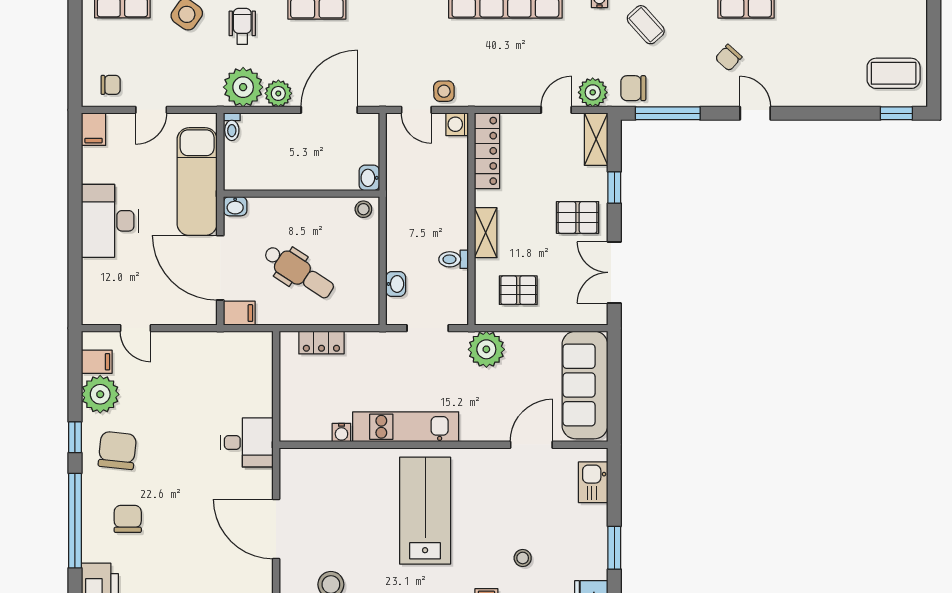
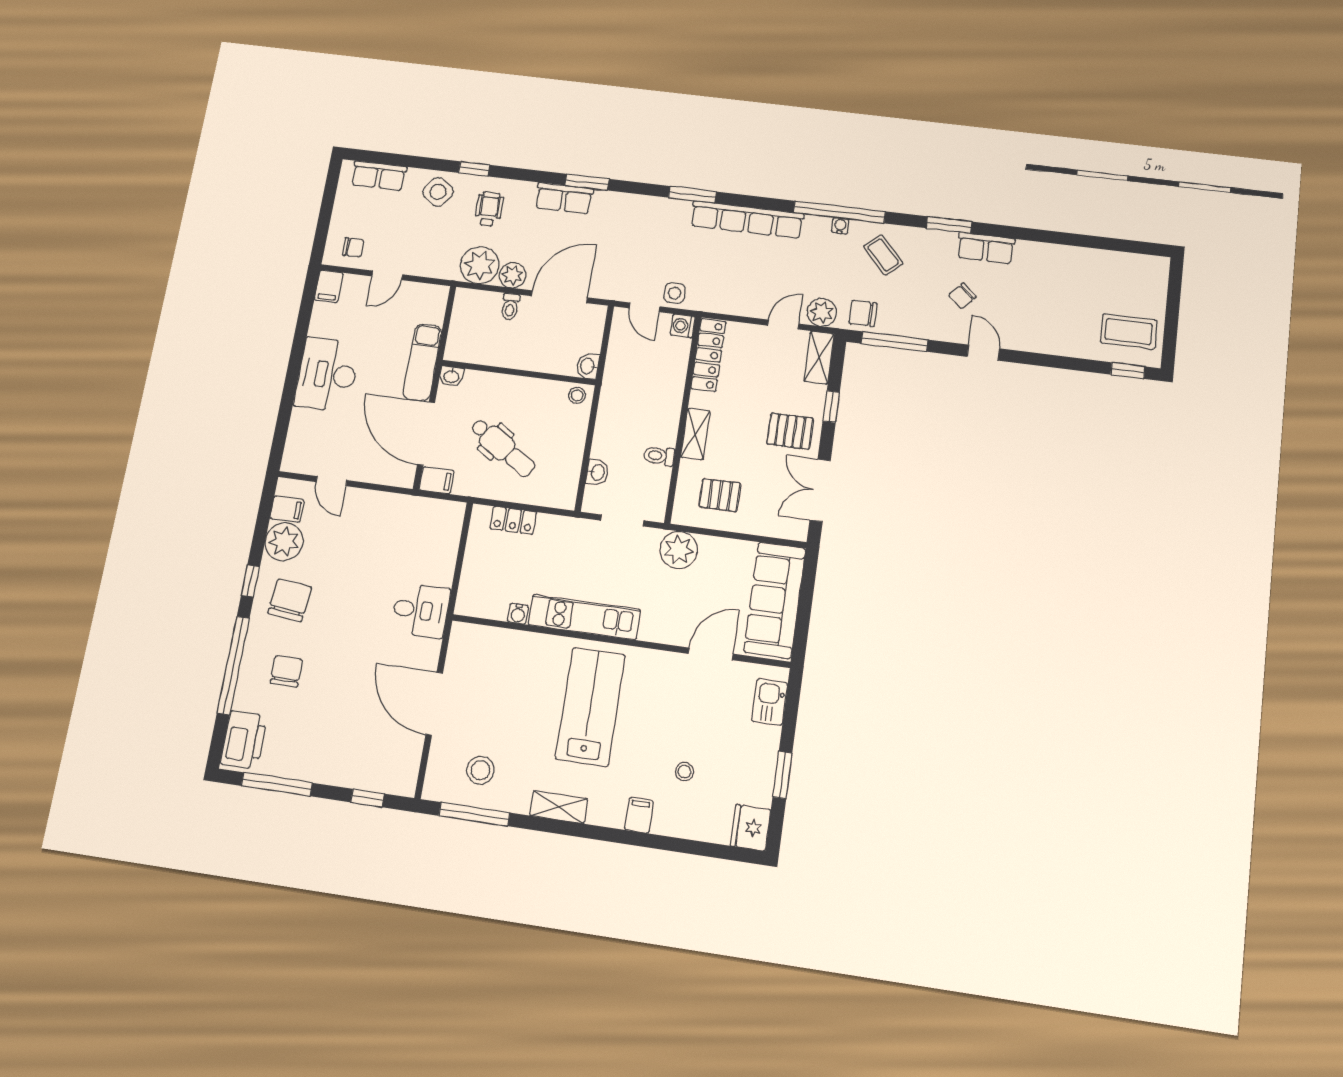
toilet: (232, 127) -> (510, 307), moved
exam couch: (197, 182) -> (422, 362), width x0.73, depth x0.69

